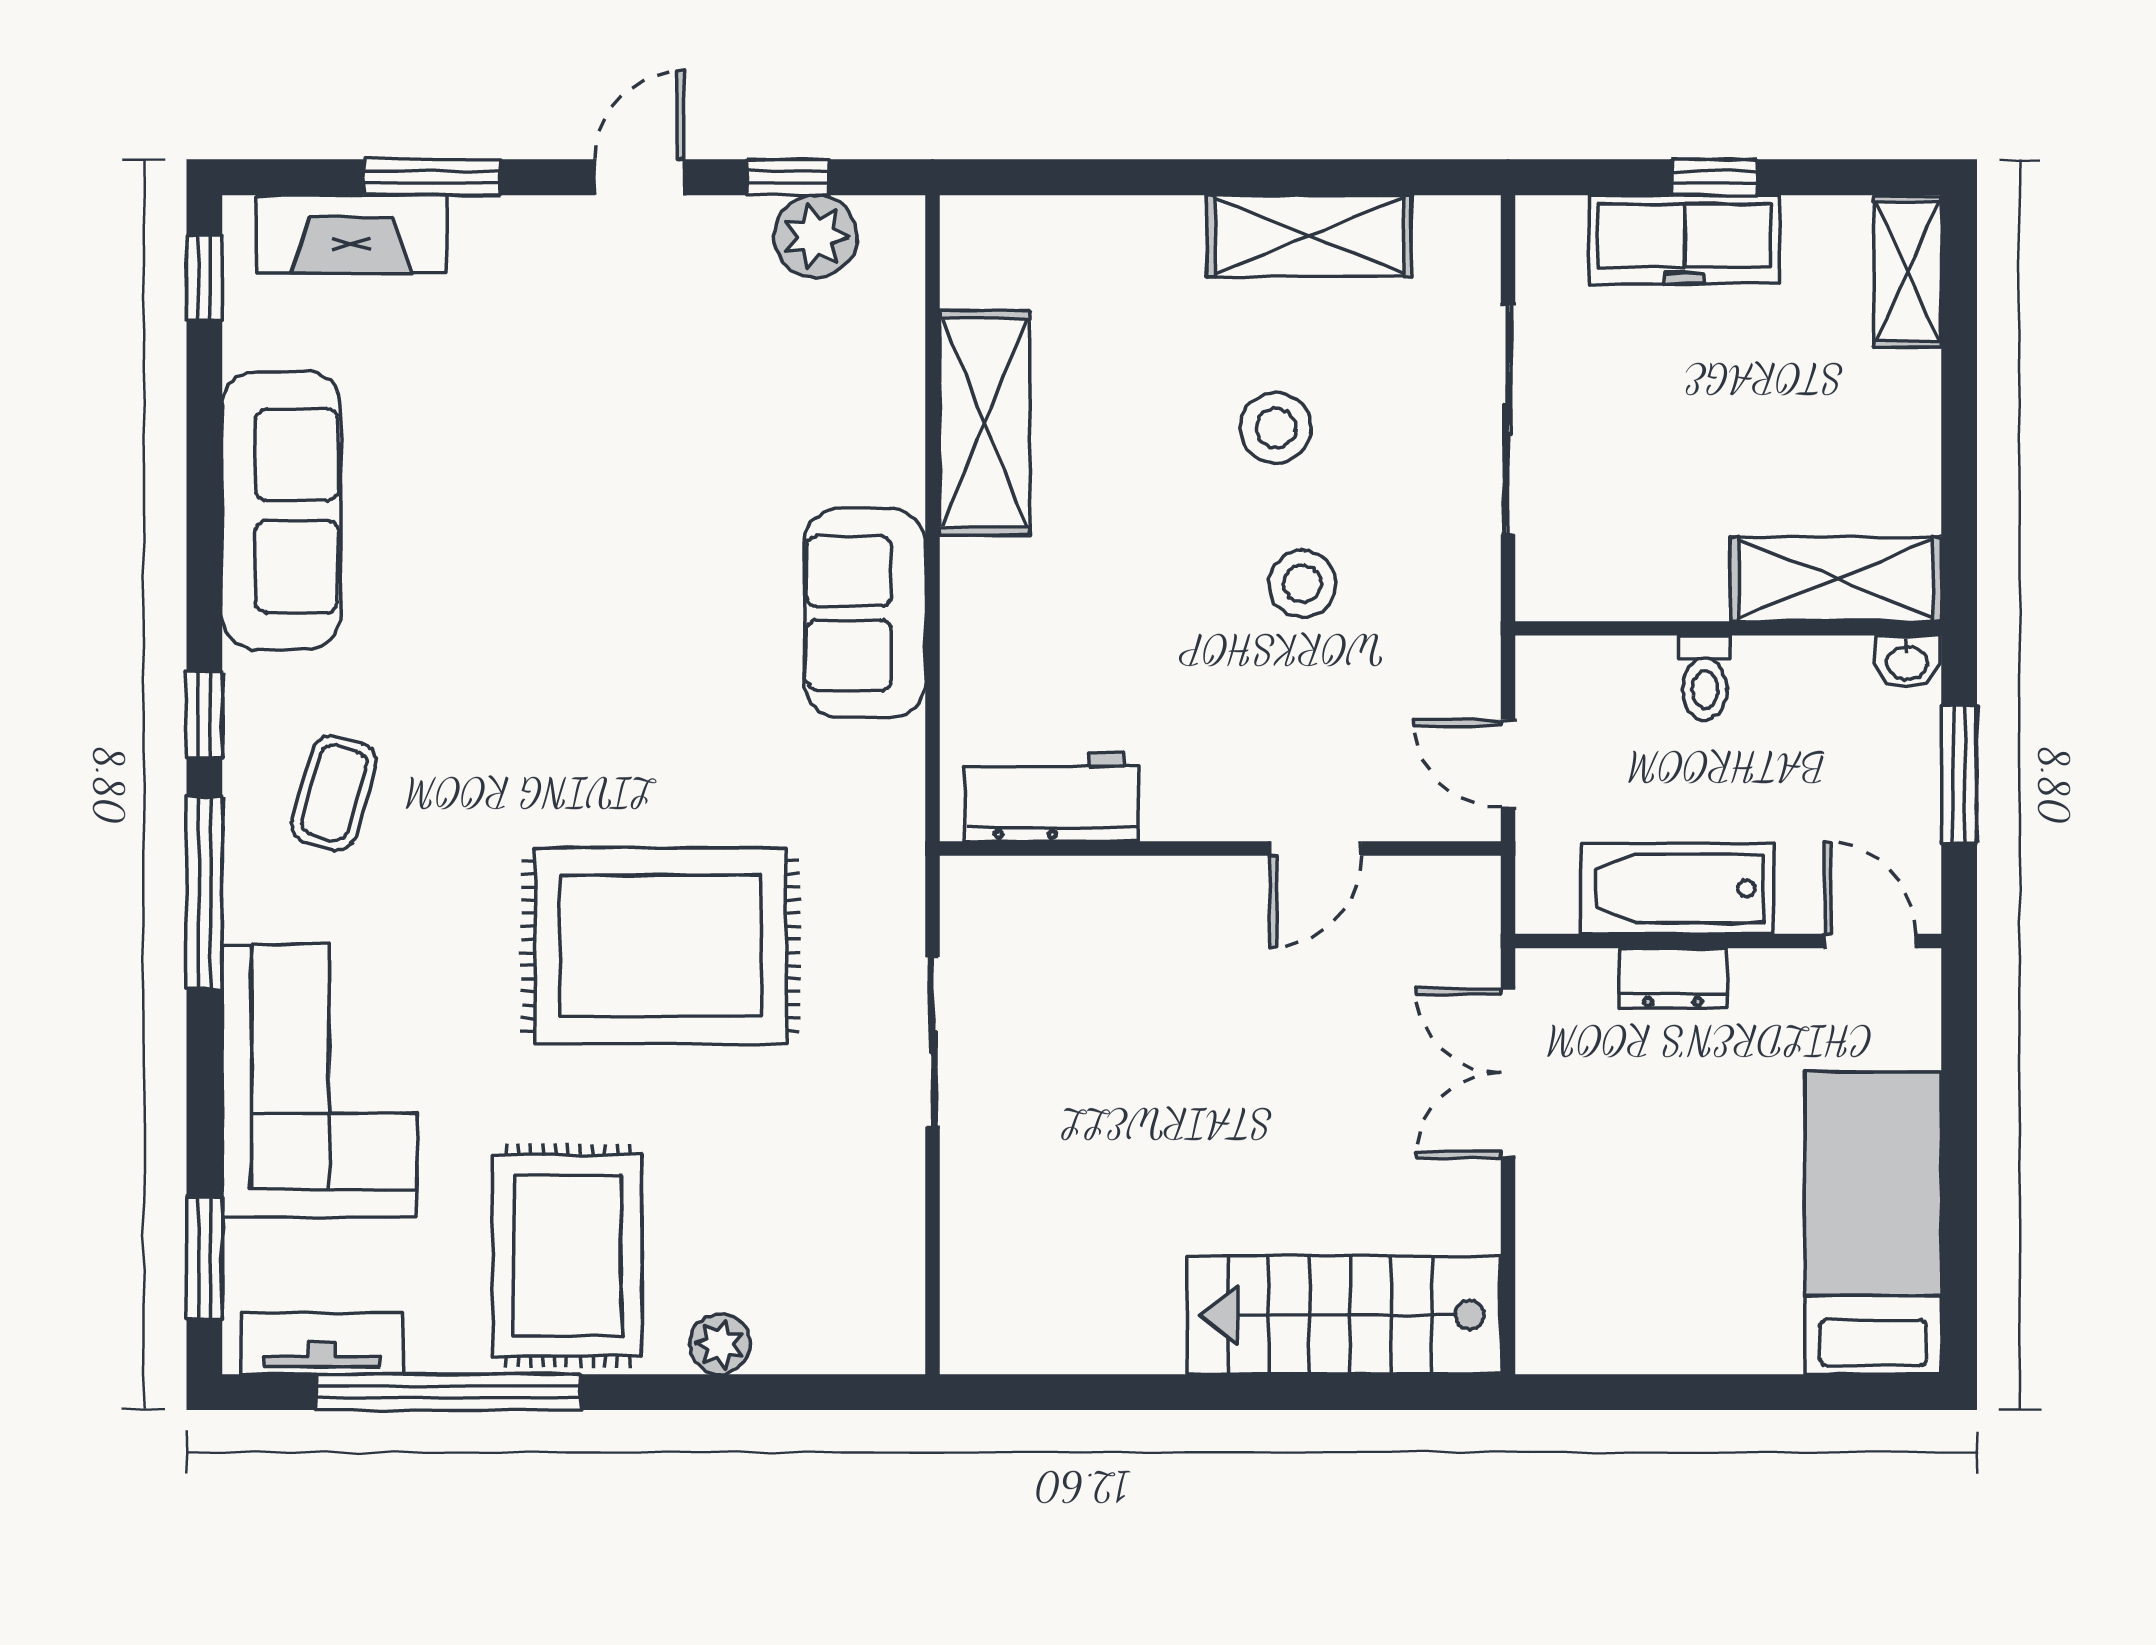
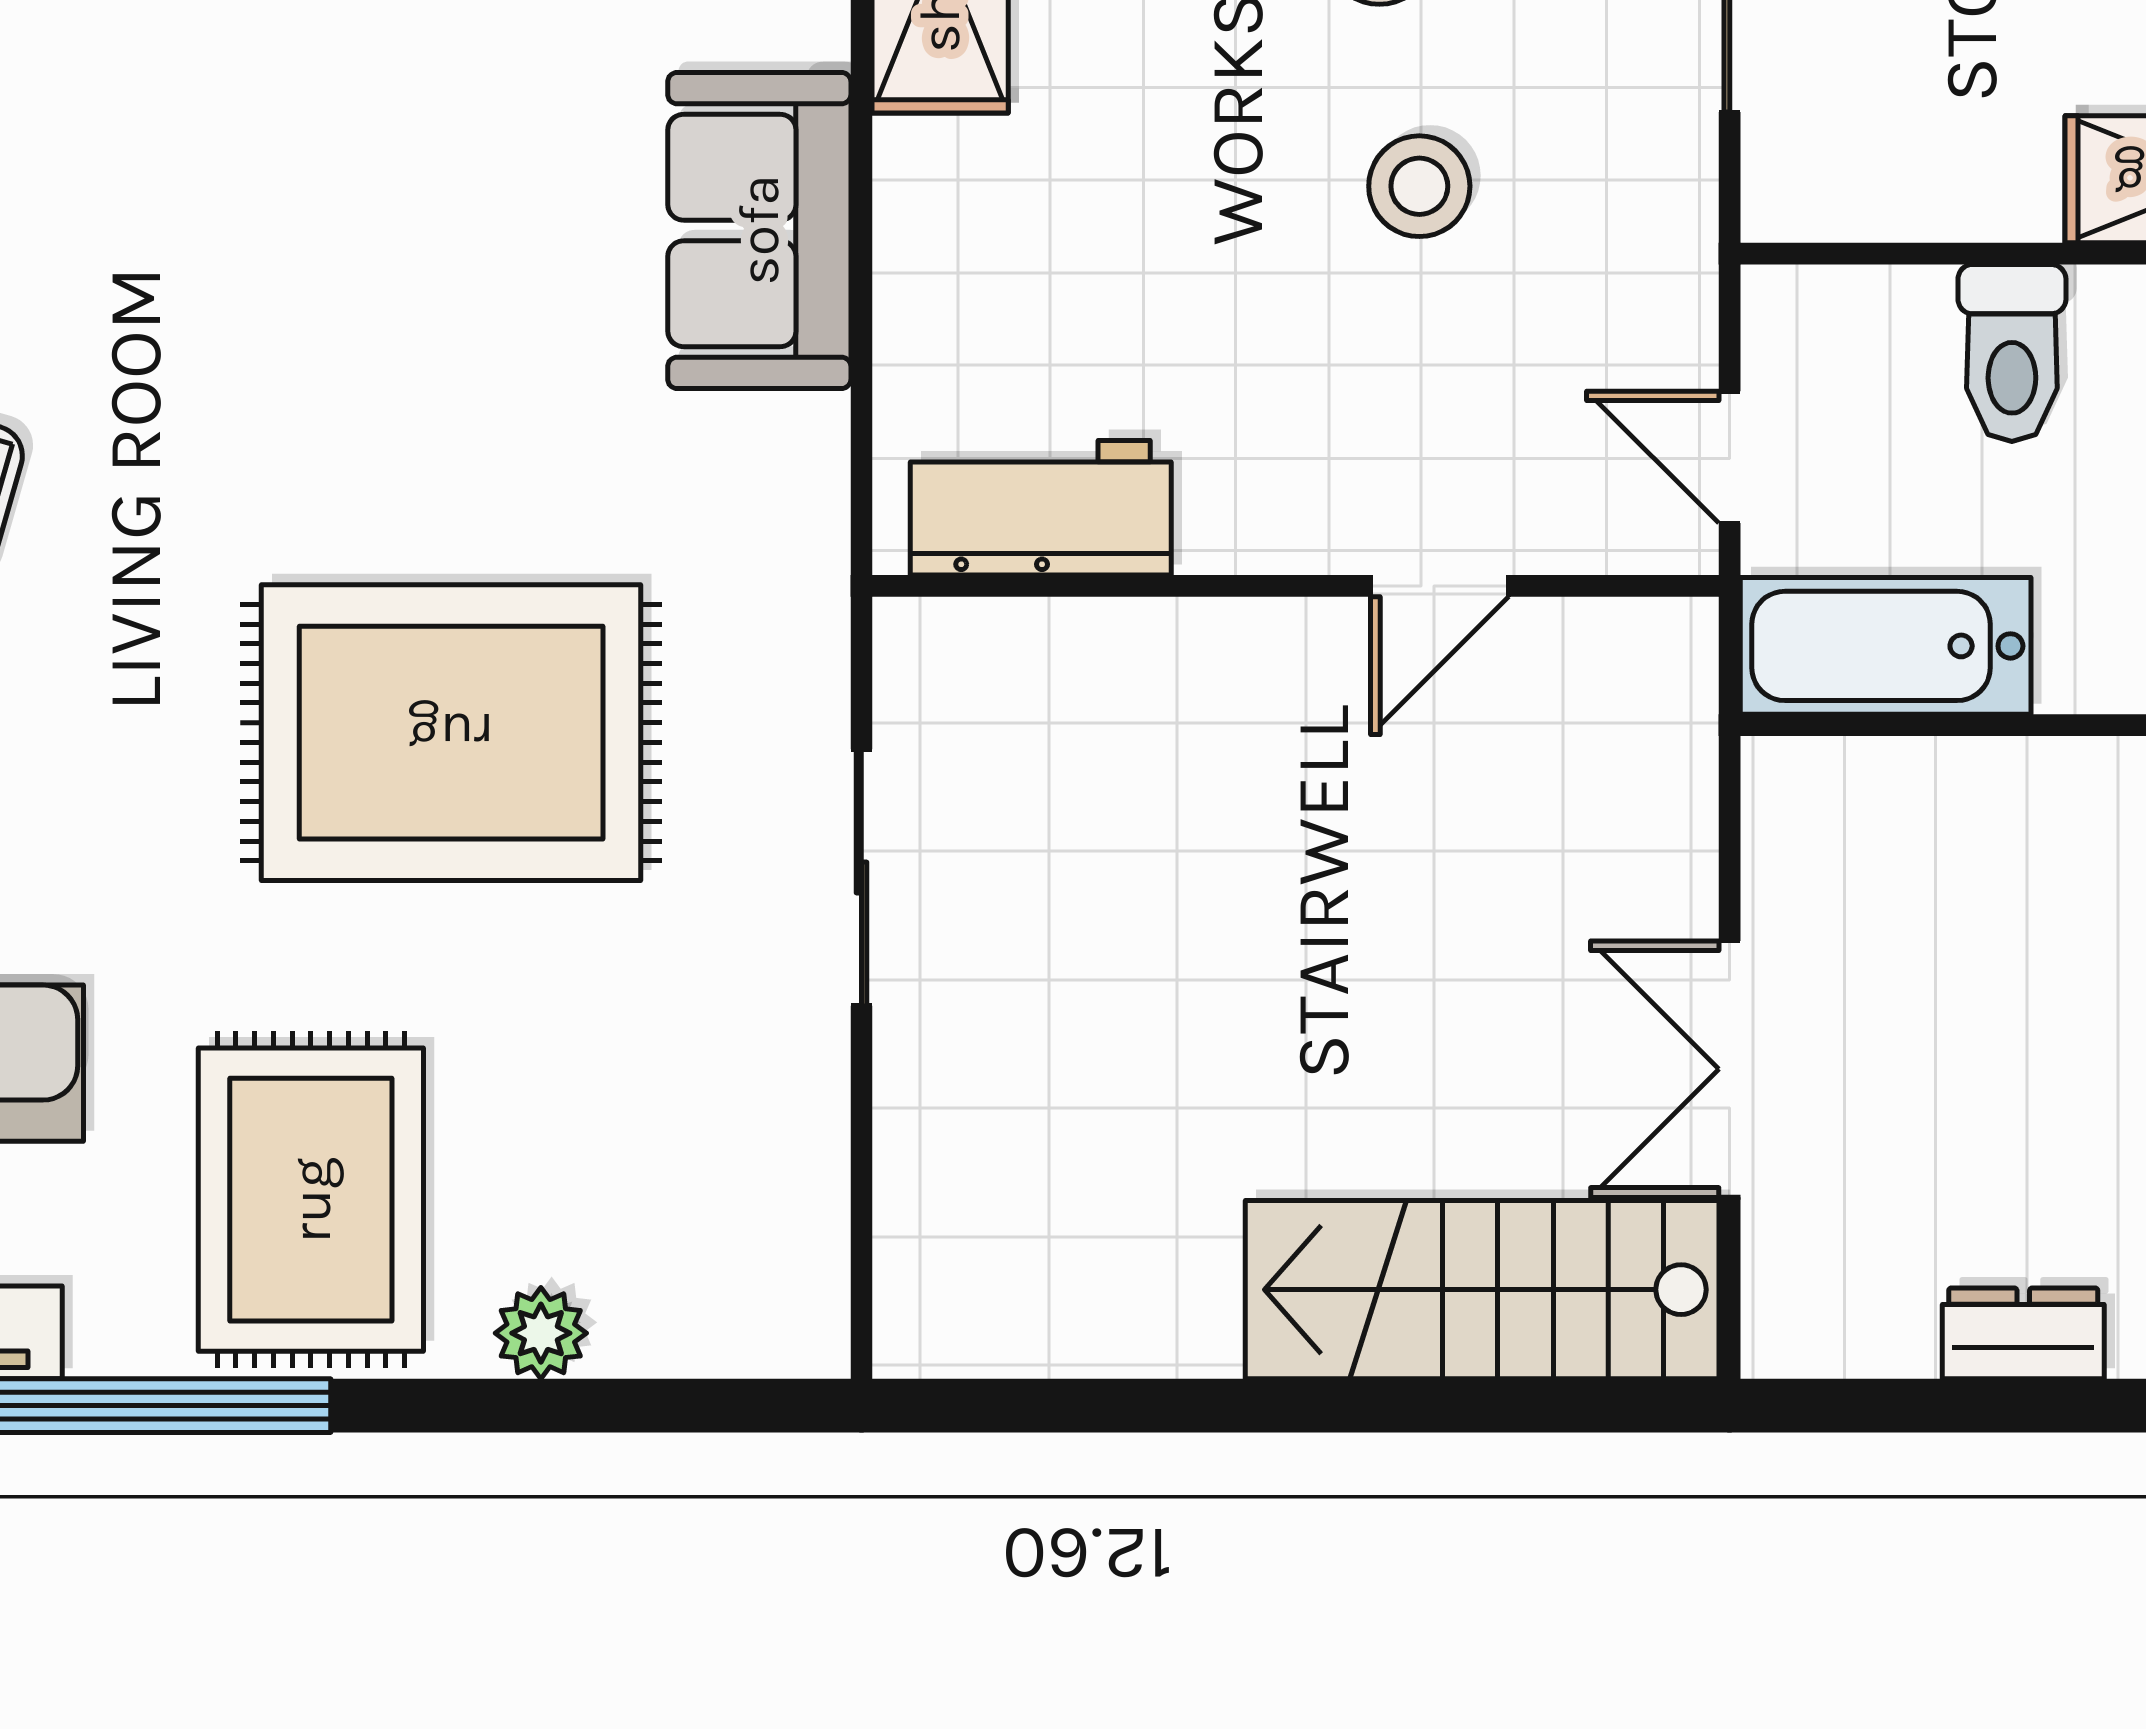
toilet: (1705, 678) -> (2012, 353), width x1.37, depth x1.39
bathtub: (1677, 888) -> (1886, 646), moved
dresser: (1673, 978) -> (2023, 1333), moved, turned 180
double door: (1508, 1073) -> (1730, 1069), moved

